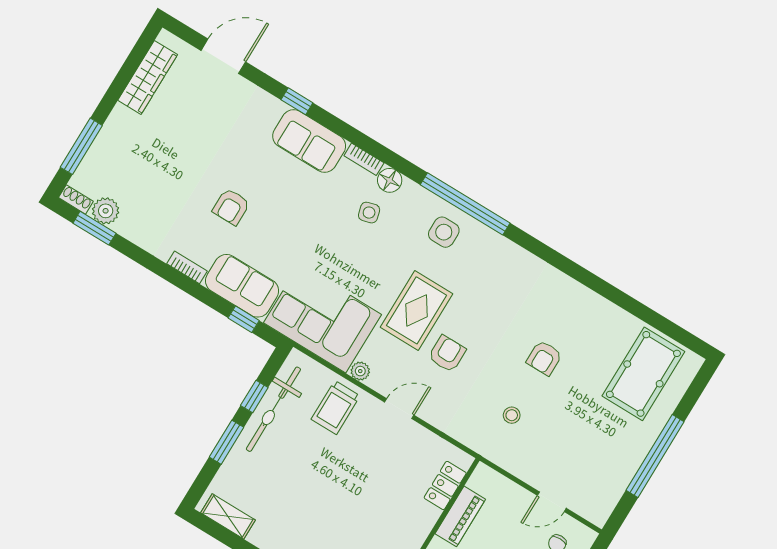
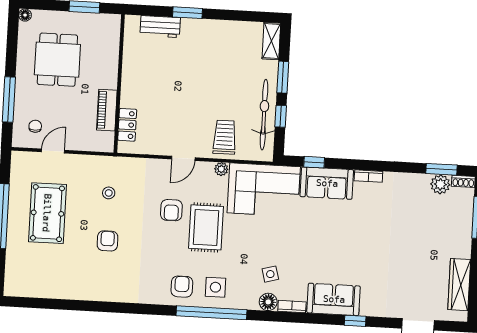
armchair: (231, 207) -> (182, 287), moved
pool table: (643, 374) -> (47, 213), moved
shelving: (228, 516) -> (271, 41), moved, turned 90

